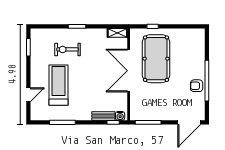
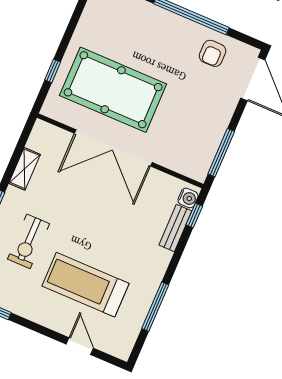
shelving: (117, 33) -> (24, 169), moved
armchair: (197, 86) -> (213, 53), moved

